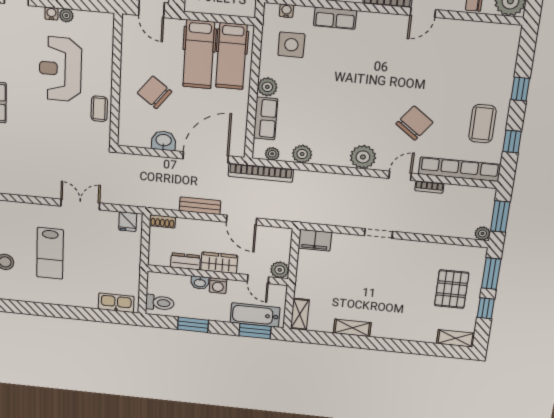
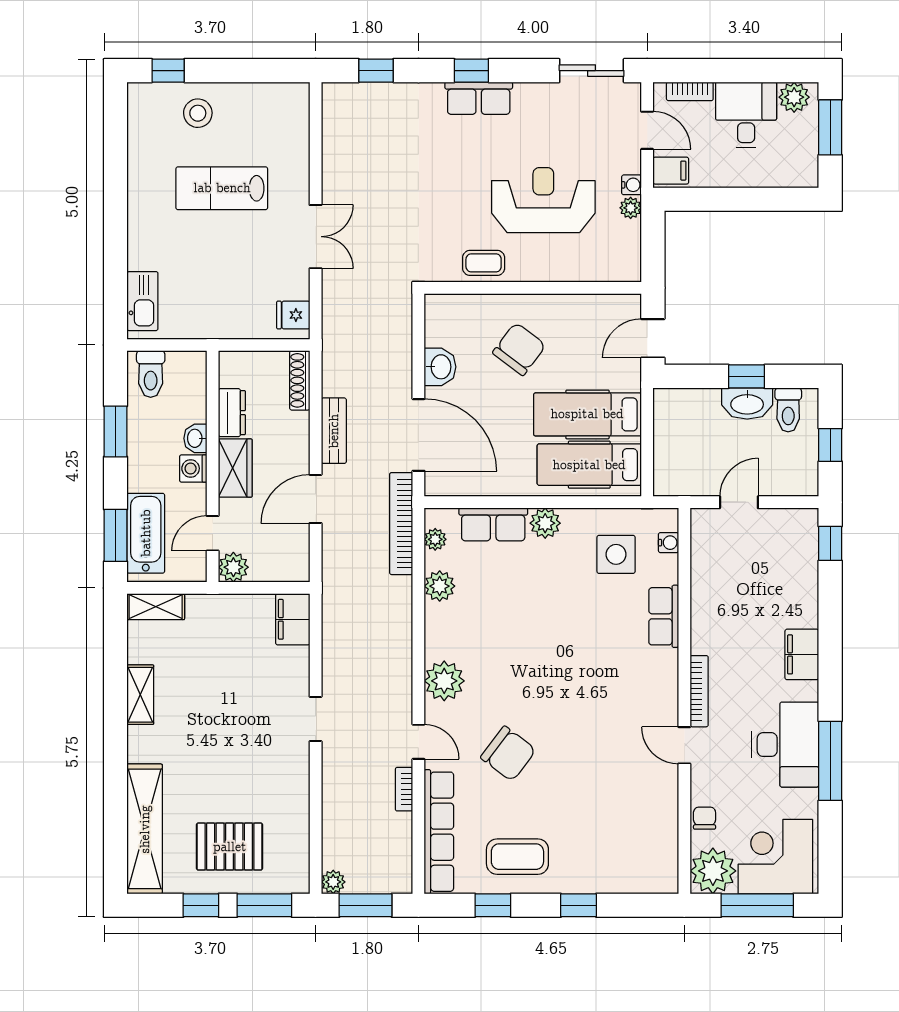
shoe rack: (162, 221) -> (300, 380), width x1.43
shelving: (456, 338) -> (145, 829), width x2.20, depth x1.33

